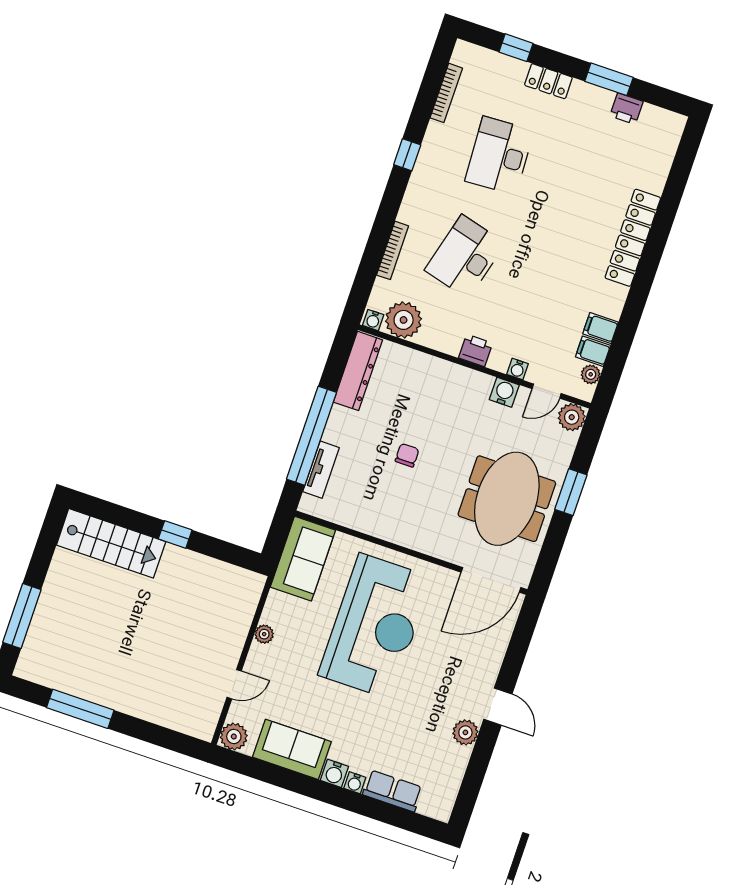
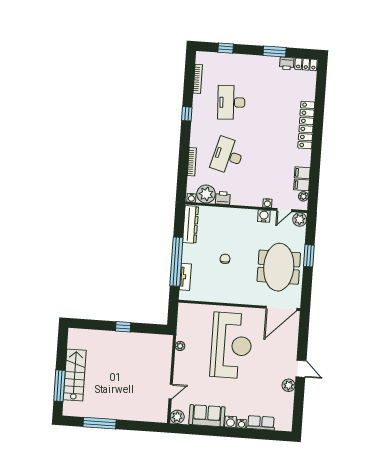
locker: (548, 81) -> (306, 64), moved
printer: (476, 350) -> (223, 198), moved
stairs: (111, 543) -> (75, 375), moved, turned -90
sofa: (303, 559) -> (188, 322), removed
plant: (264, 634) -> (180, 346), moved

